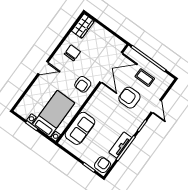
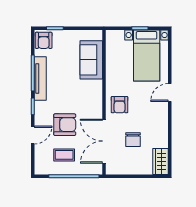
chair: (72, 53) -> (133, 140), moved
armchair: (83, 84) -> (120, 105), turned 180
door: (156, 106) -> (33, 135), swing flipped
bed with nightstands: (54, 114) -> (147, 56), moved
tv unit: (120, 145) -> (40, 79), width x1.41

